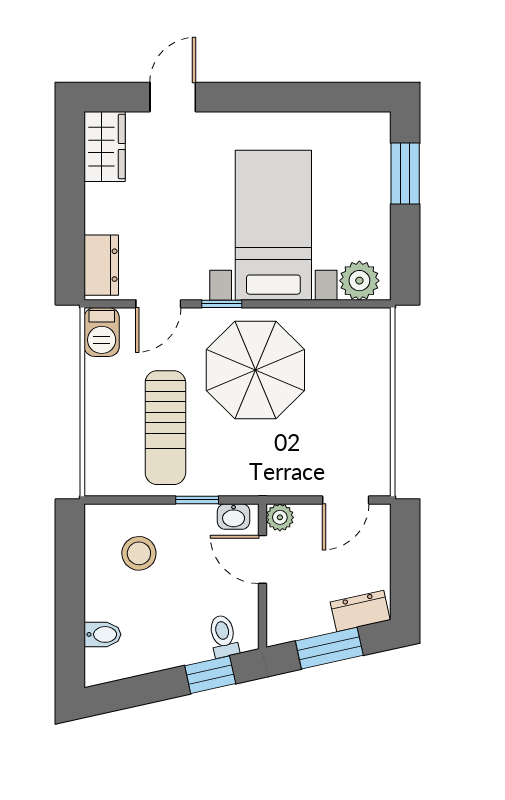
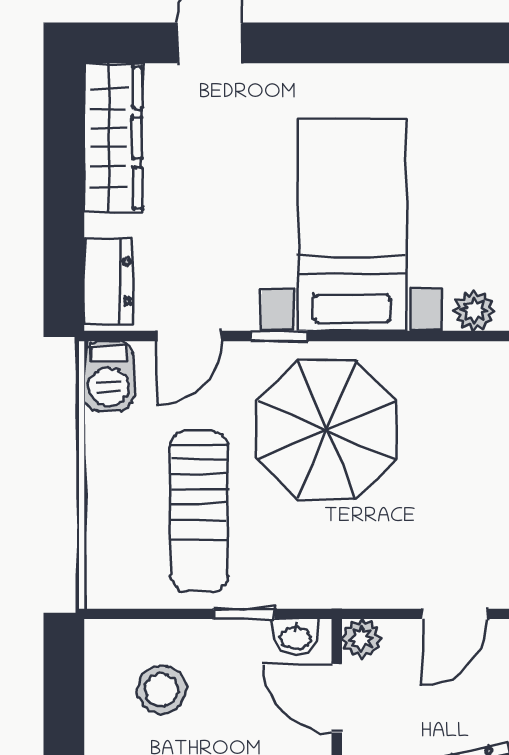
wardrobe: (105, 146) -> (113, 138), width x1.50
plant: (359, 281) -> (474, 311), width x0.73, depth x0.73

